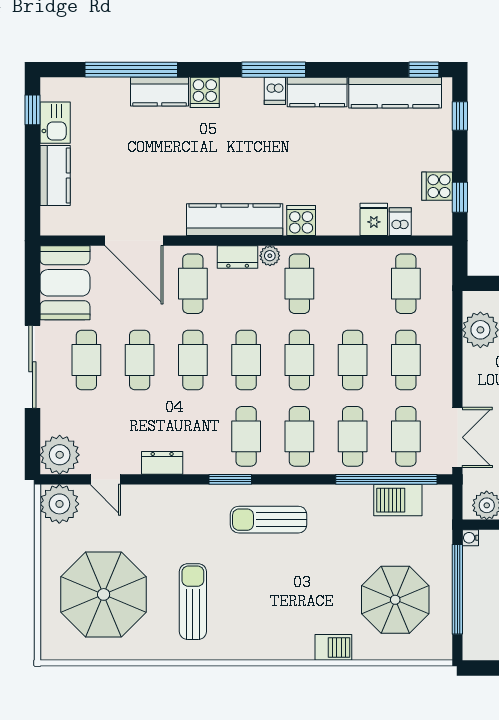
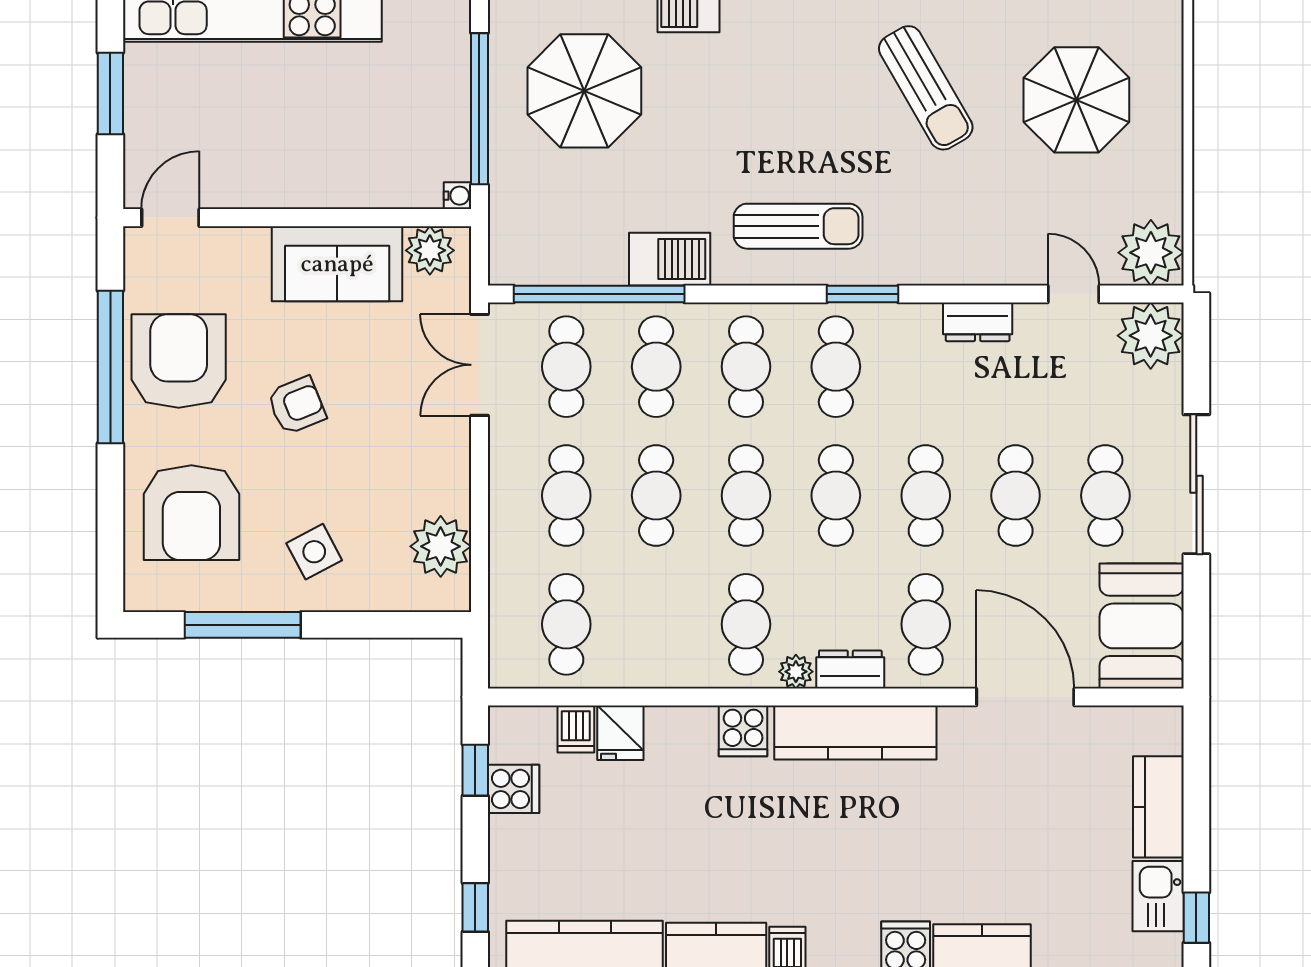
barbecue: (398, 500) -> (670, 259), moved
parasol: (104, 594) -> (1076, 100), width x0.73, depth x0.73
sun lounger: (193, 602) -> (926, 88), turned -30

